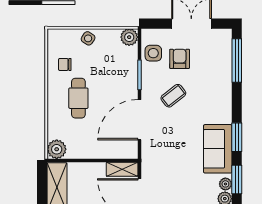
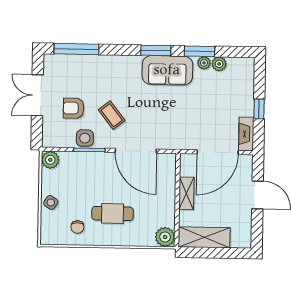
side table: (153, 53) -> (85, 138), moved
shelving: (122, 169) -> (186, 193), moved

